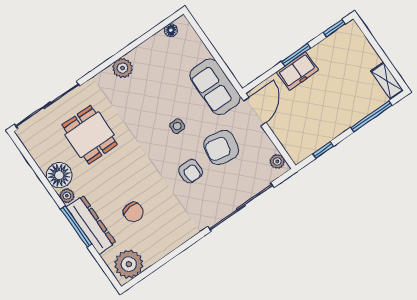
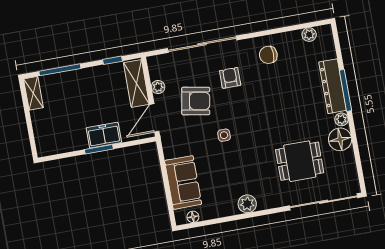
window: (334, 28) -> (57, 157), removed
sofa: (215, 87) -> (183, 182), moved
dining table: (90, 135) -> (300, 161), turned 90
shelving: (289, 138) -> (136, 83), added
plant: (277, 161) -> (158, 87), moved
armchair: (191, 171) -> (230, 78), moved
chair: (133, 212) -> (268, 55), moved, turned -85
plant: (129, 264) -> (309, 35), width x0.53, depth x0.53

